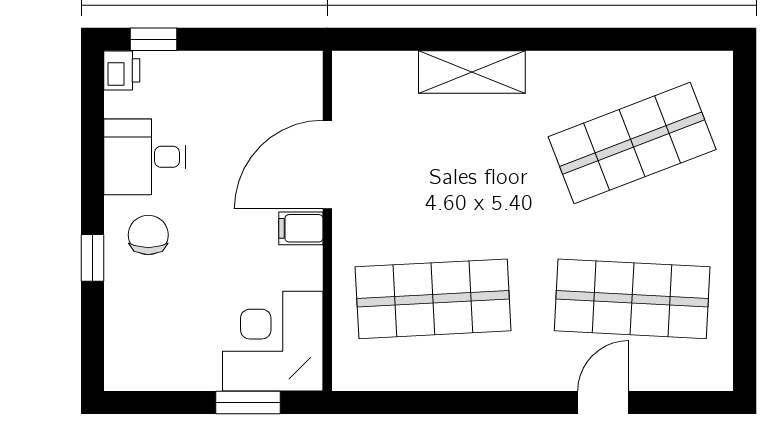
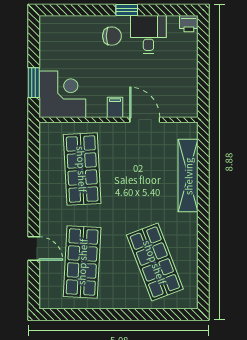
window: (153, 39) -> (203, 38), removed
shelving: (472, 72) -> (188, 176), width x1.47
door: (327, 165) -> (145, 120), width x0.73
window: (93, 258) -> (127, 10), moved

